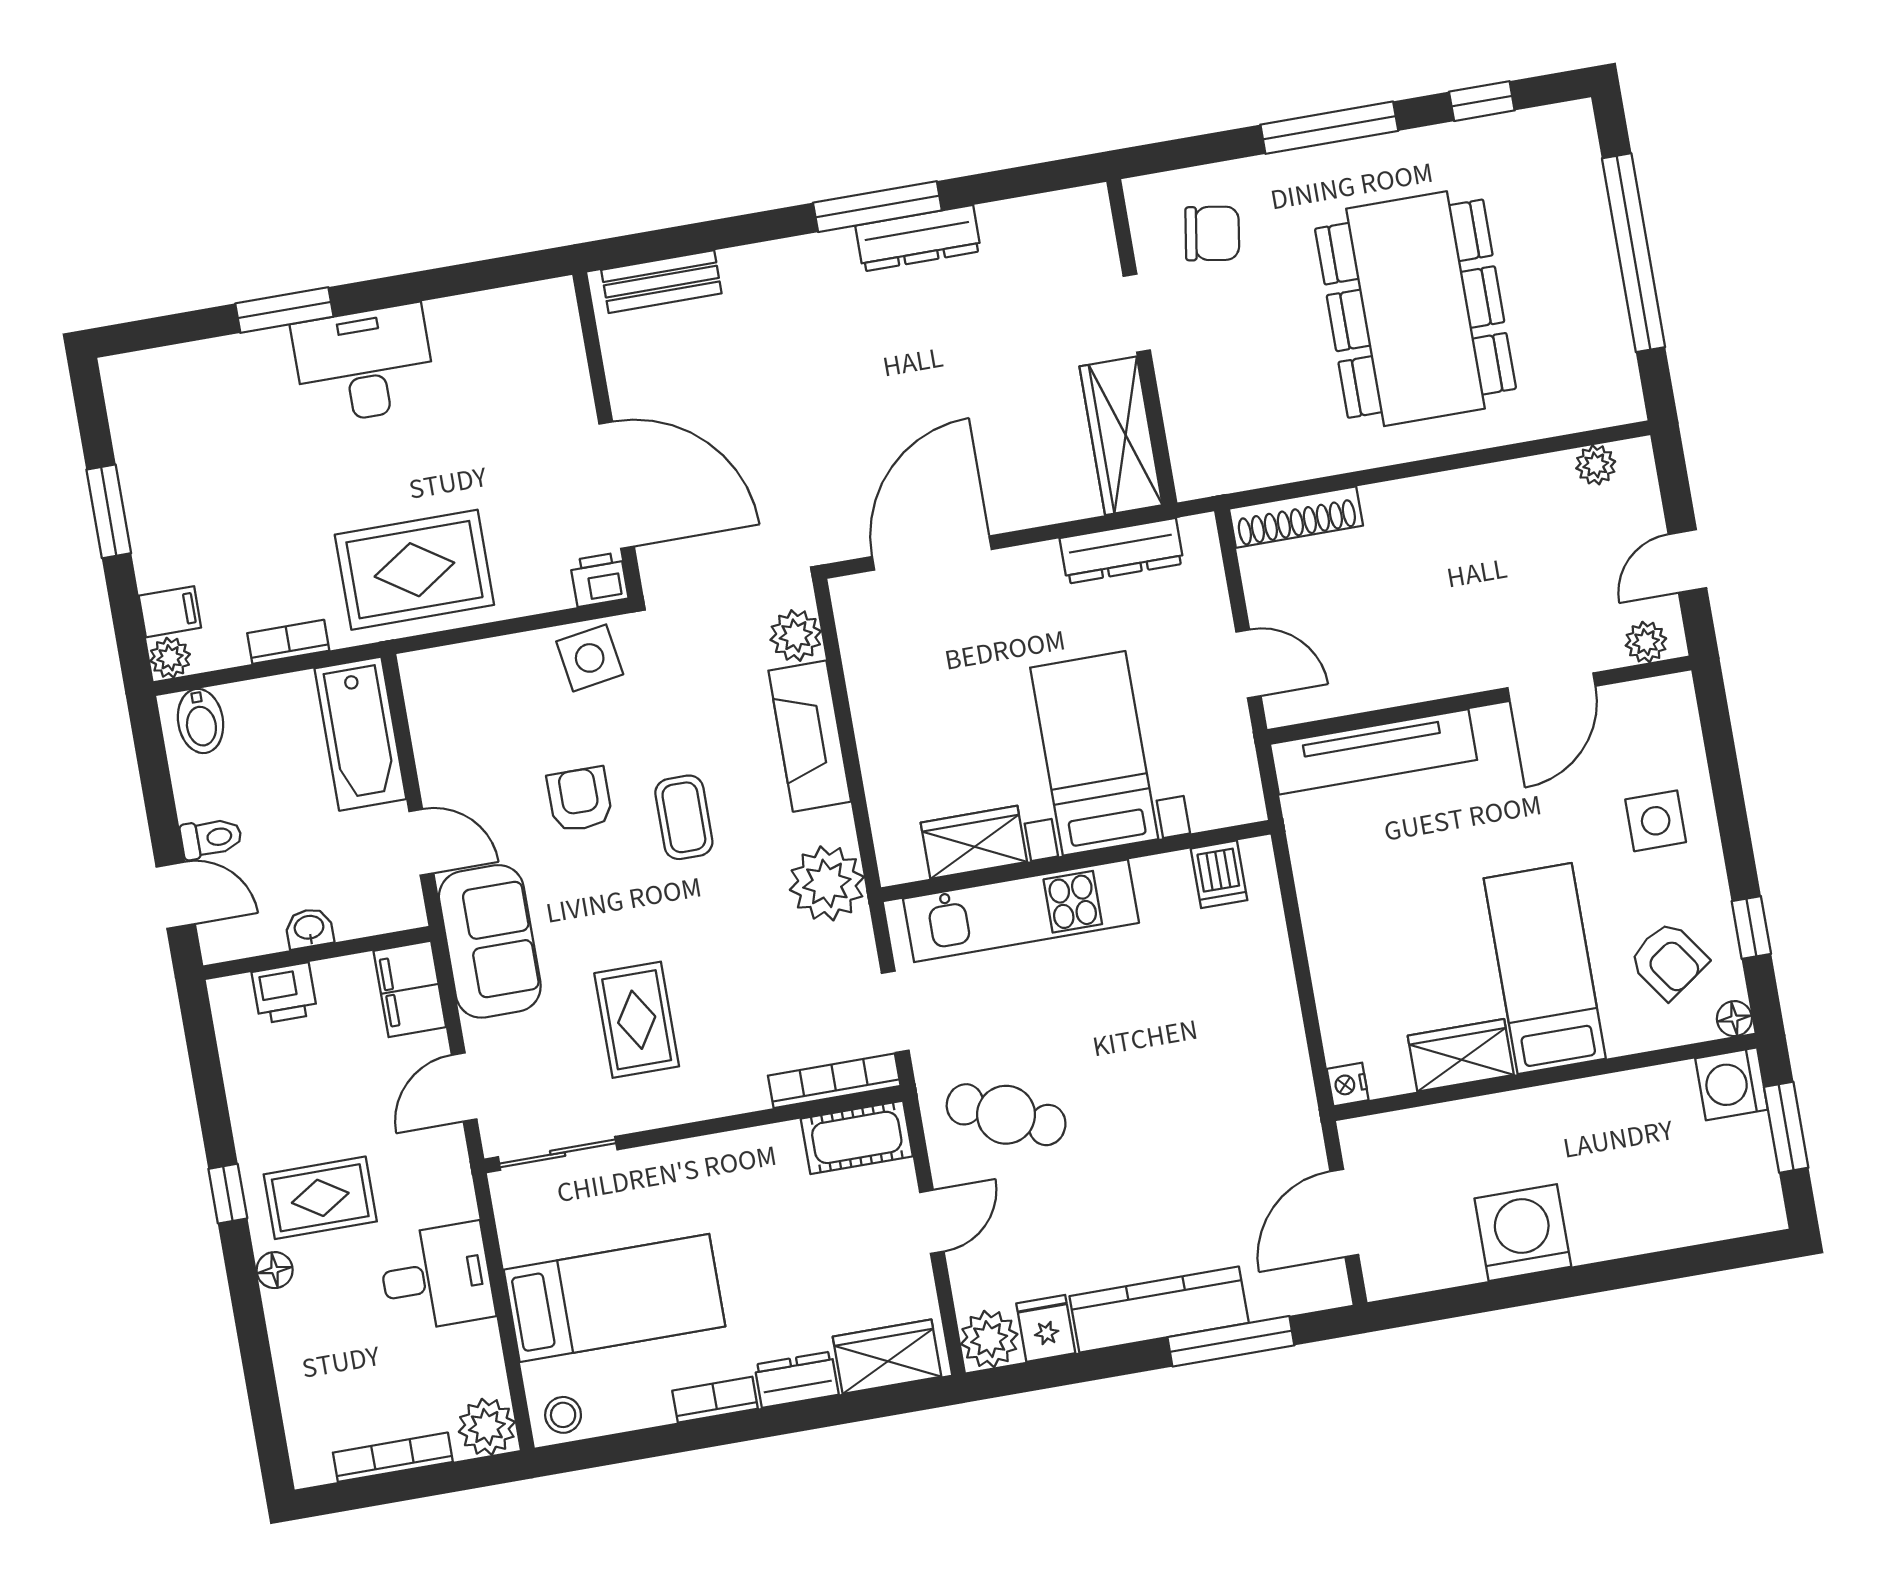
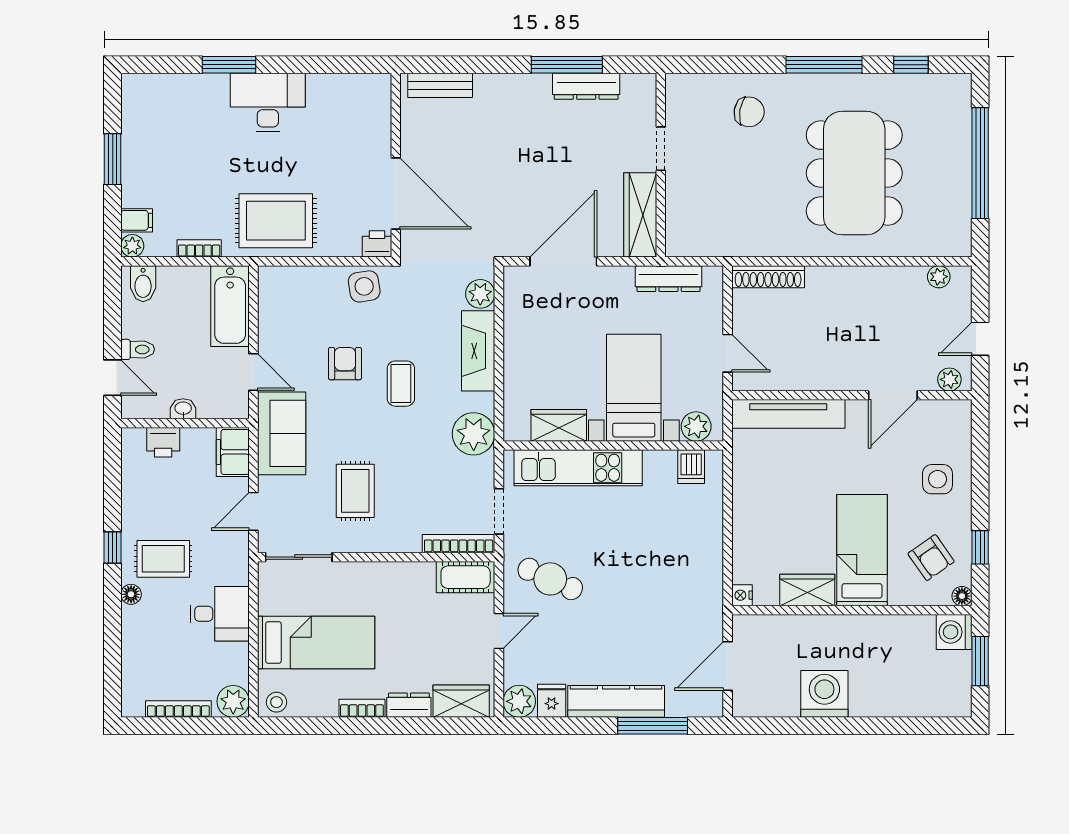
doorway: (1137, 313) -> (661, 149), moved
wall: (1142, 342) -> (661, 165), moved
wardrobe: (1121, 436) -> (640, 215), moved
plant: (1216, 802) -> (696, 426), added

